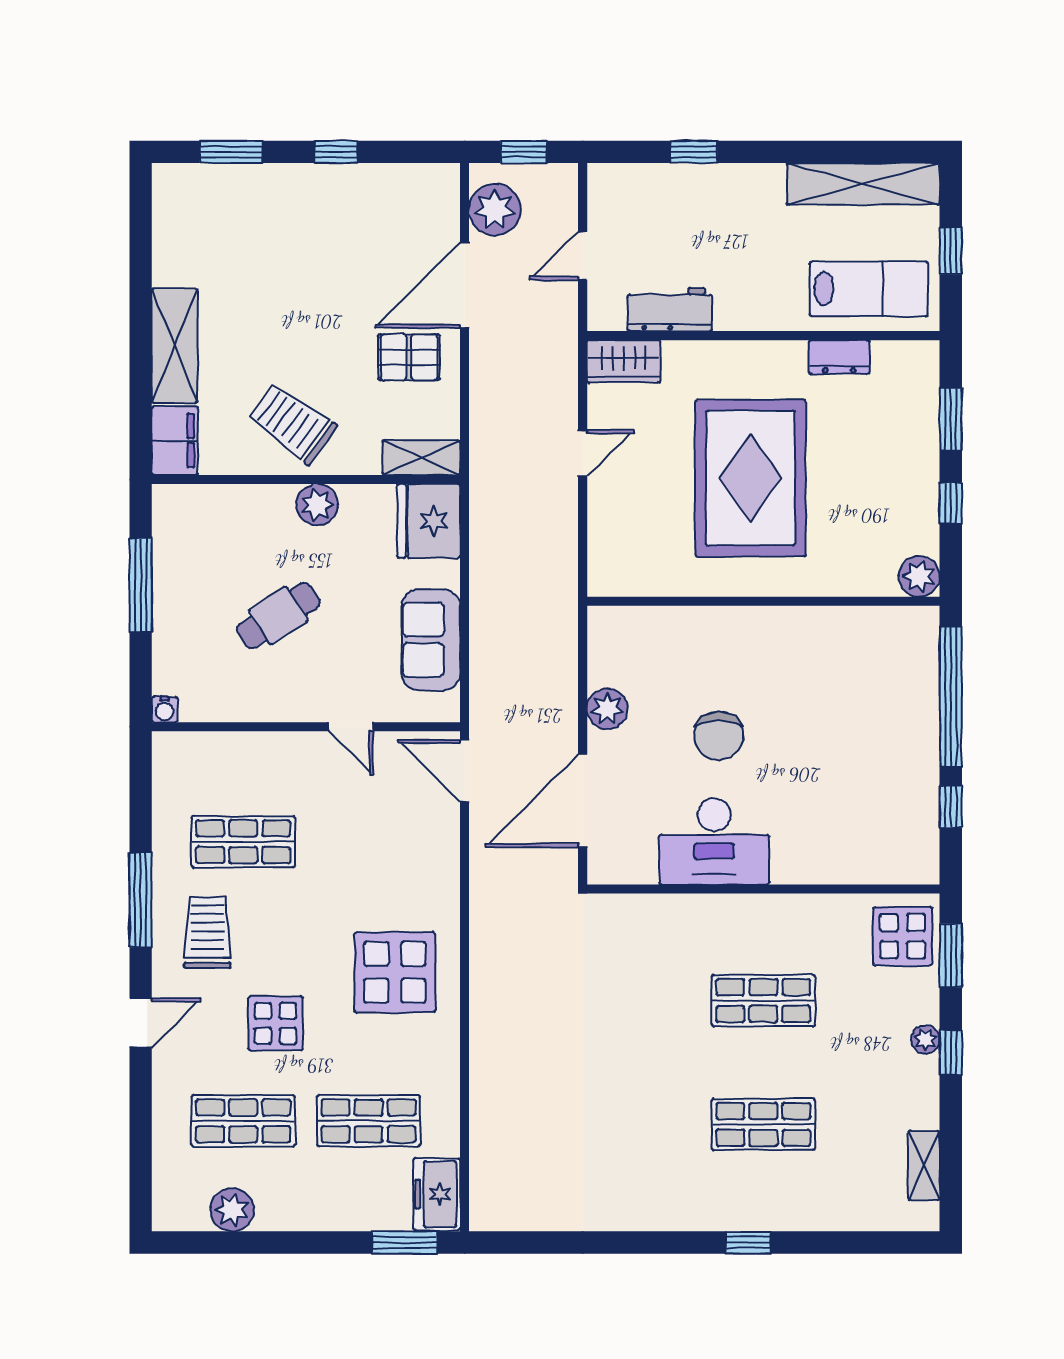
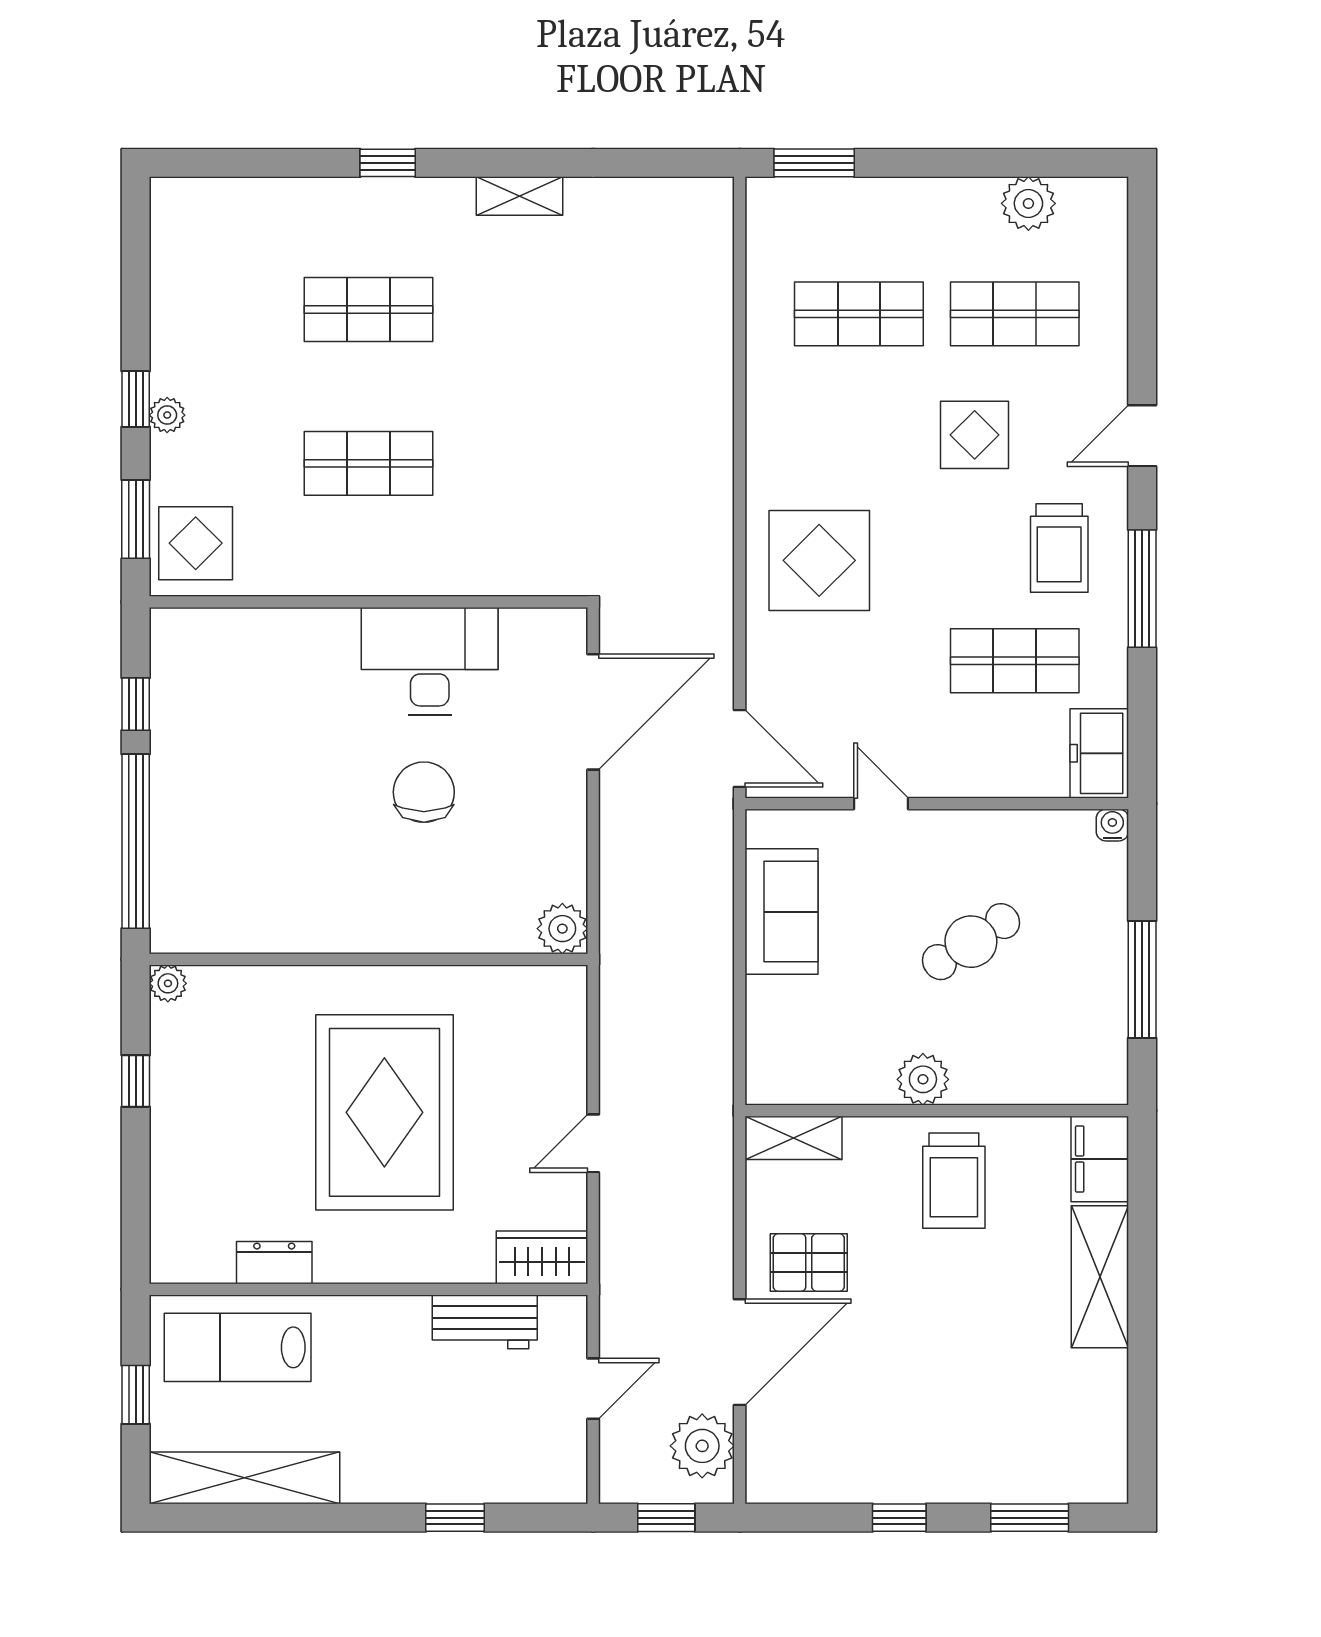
window: (951, 419) -> (136, 1186), removed
trolley: (292, 423) -> (954, 1181), turned 54
fridge: (429, 521) -> (784, 1059), removed
plant: (919, 576) -> (168, 983), width x0.73, depth x0.73
plant: (607, 709) -> (562, 929), moved
display table: (395, 972) -> (819, 560), moved
shelving: (924, 1165) -> (519, 196), moved, turned 90
freezer: (437, 1194) -> (1099, 753), moved, turned 180

